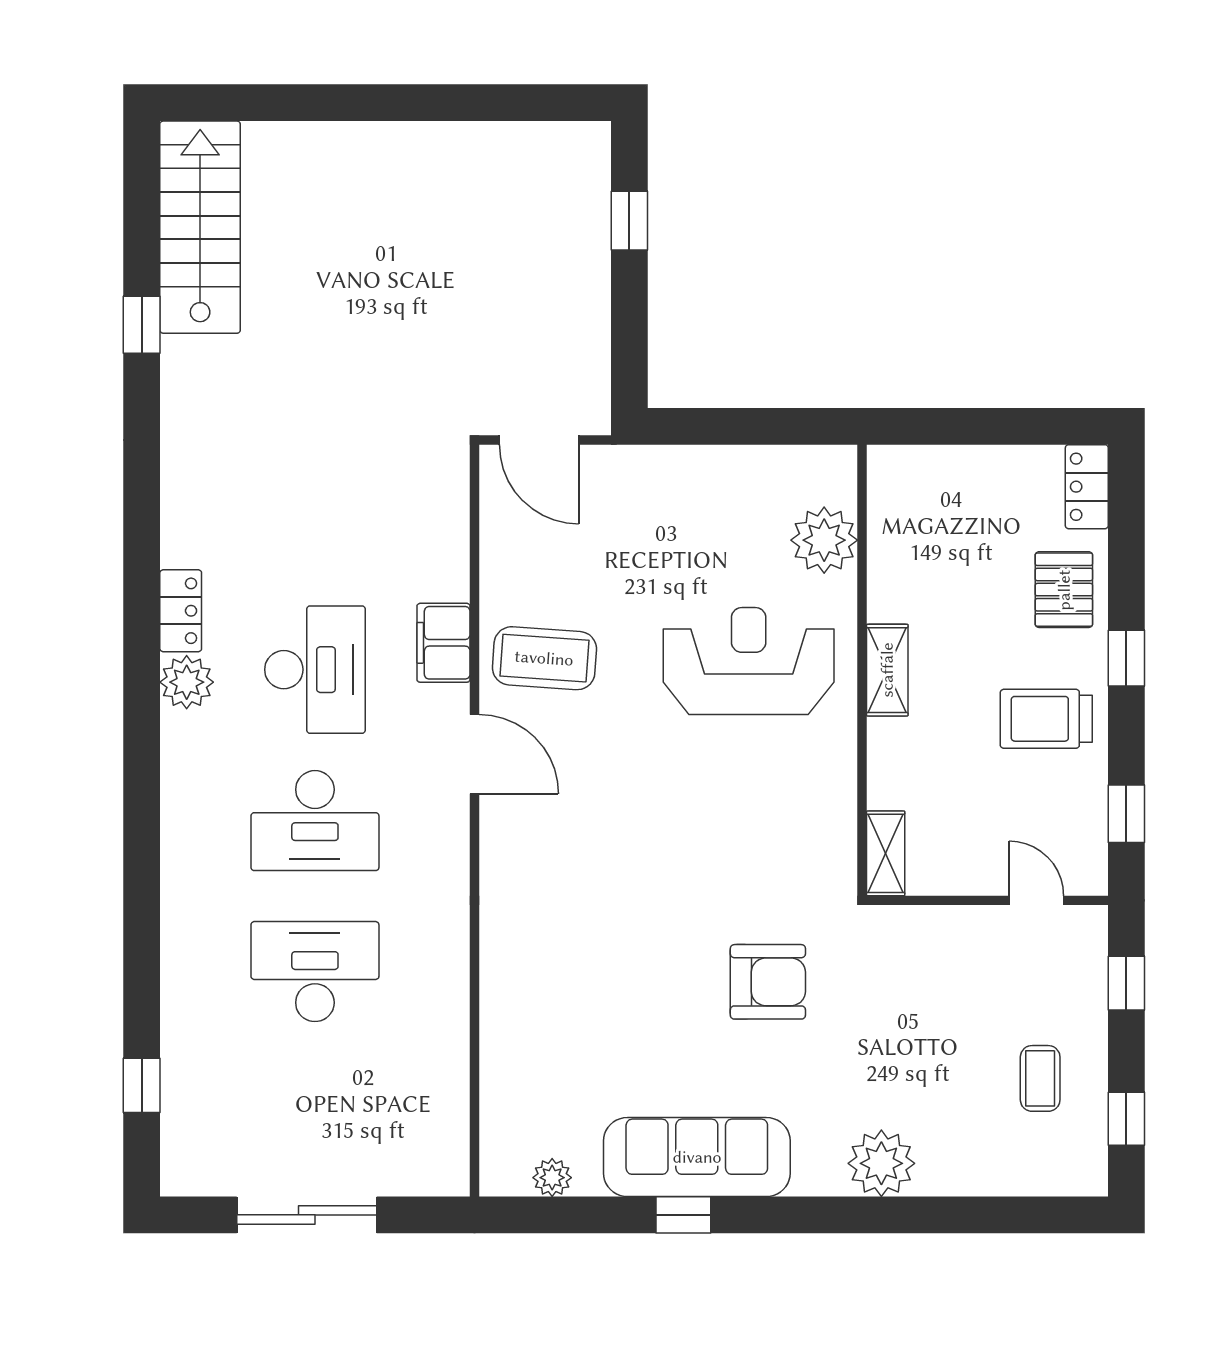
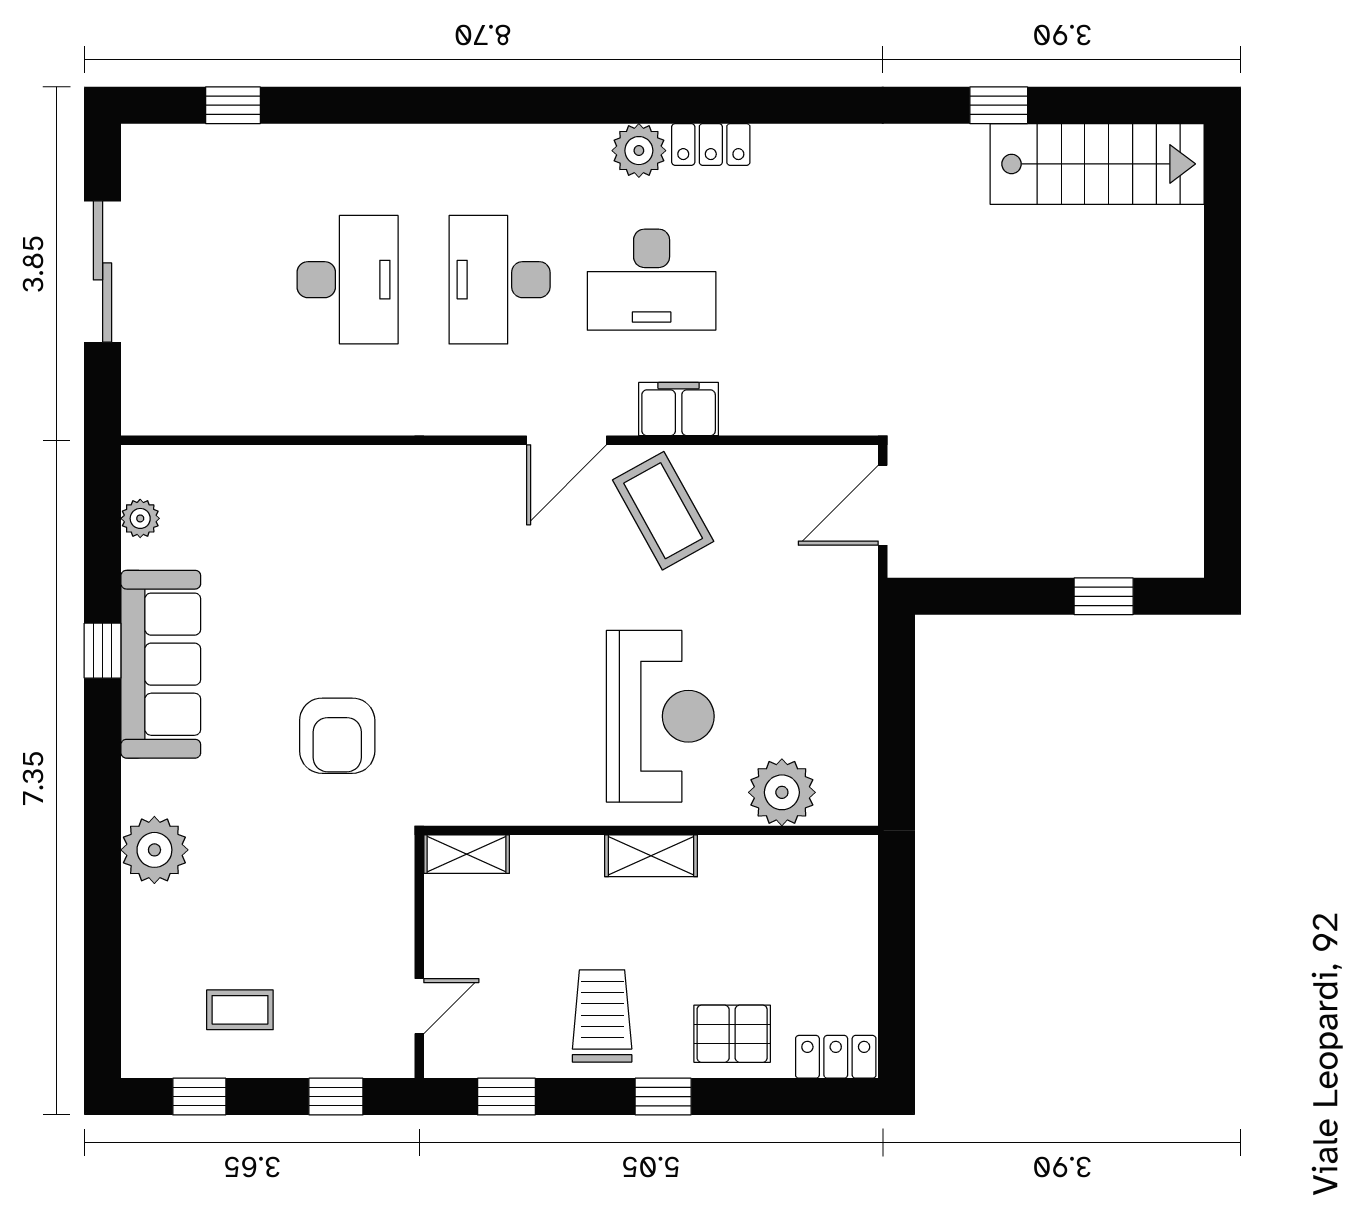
coffee table: (544, 658) -> (663, 511), turned -33

